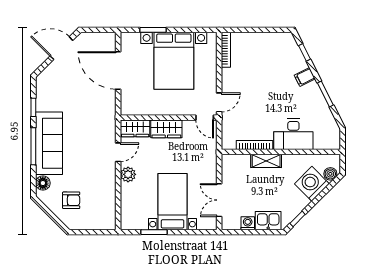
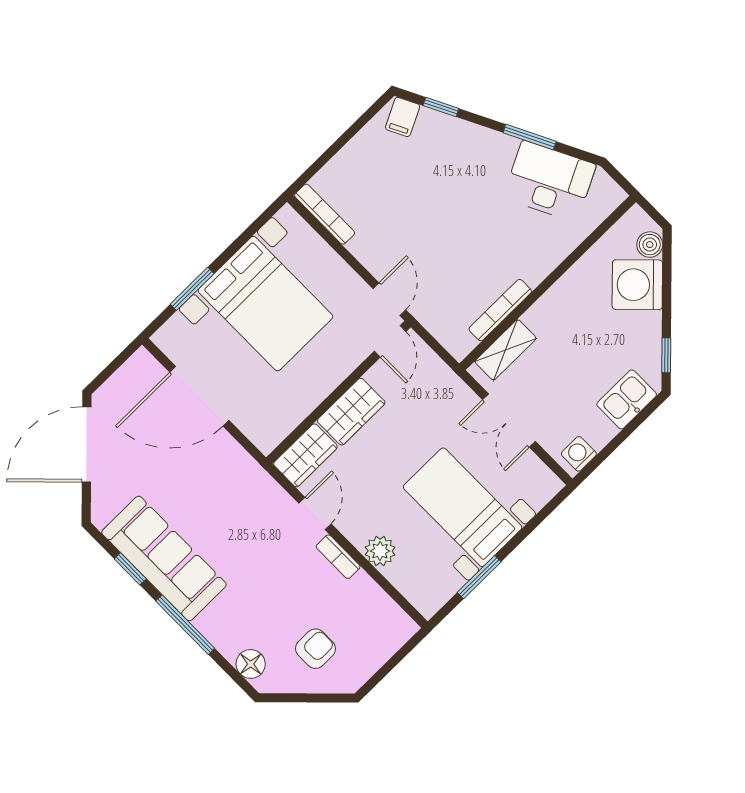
door: (61, 48) -> (87, 445), width x1.36
filing cabinet: (305, 77) -> (403, 117), moved
door: (205, 118) -> (390, 341), hinge flipped
desk: (293, 134) -> (550, 181), moved, turned -117
sofa: (49, 143) -> (164, 558), moved
shelving: (266, 161) -> (506, 350), moved
plant: (128, 174) -> (380, 551), moved
bookcase: (111, 176) -> (338, 557), added
double door: (219, 200) -> (509, 421), moved
washing machine: (248, 223) -> (579, 454), moved

